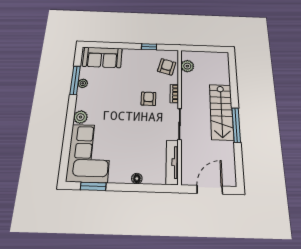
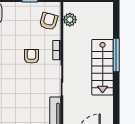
window: (236, 125) -> (116, 55), moved

